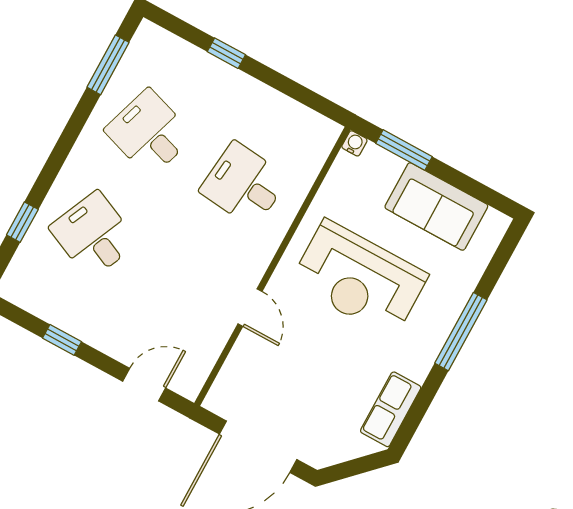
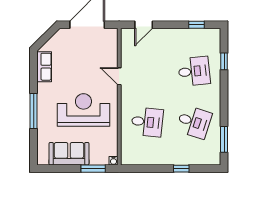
desk: (94, 235) -> (194, 71), turned -30
window: (62, 340) -> (196, 25), moved

